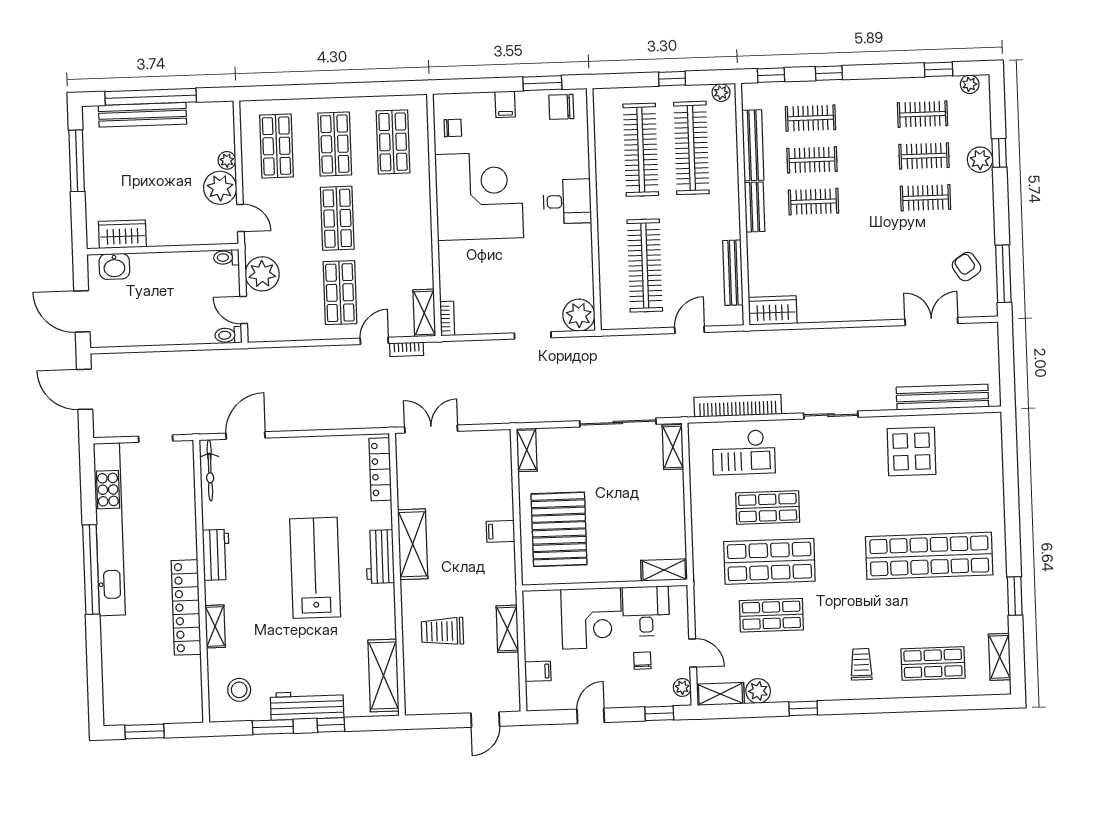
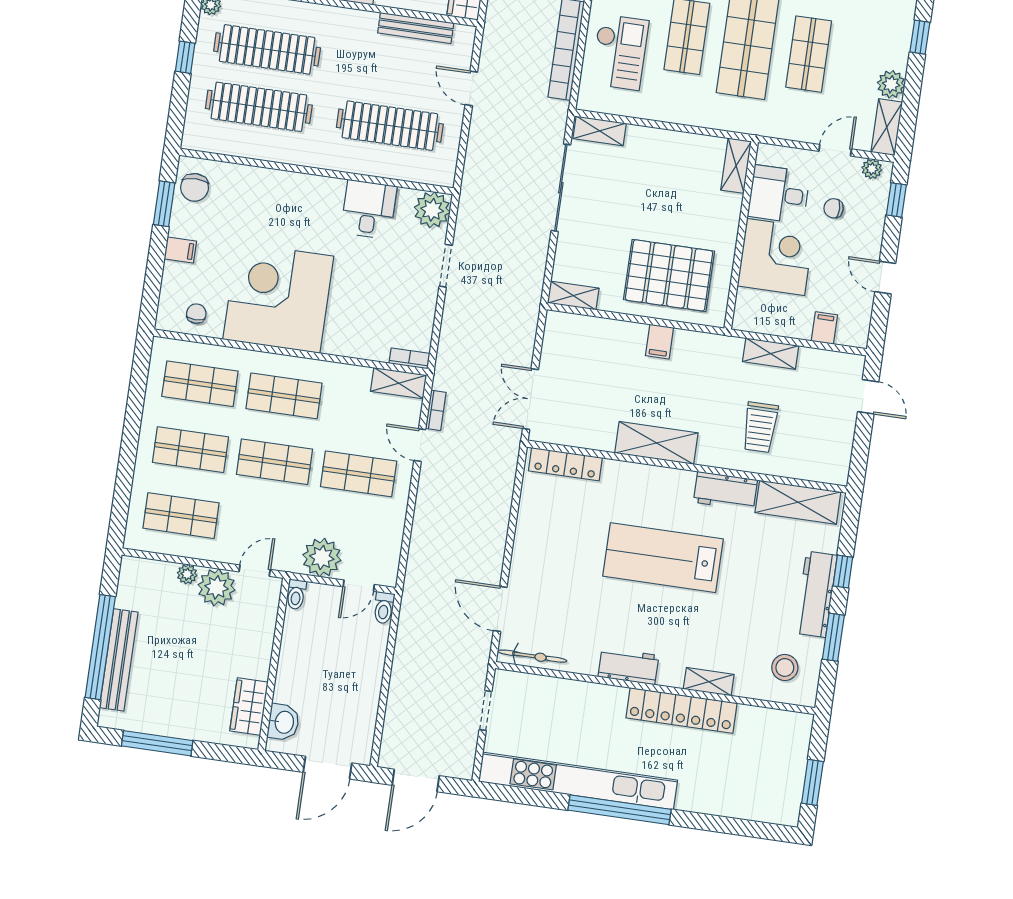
desk: (567, 201) -> (369, 210), moved
shop shelf: (396, 216) -> (284, 396), added
workbench: (380, 557) -> (725, 491), moved

